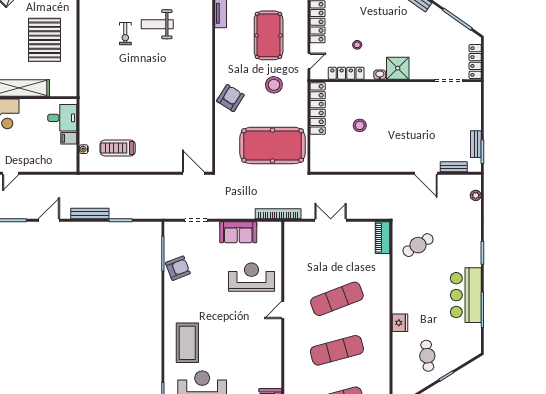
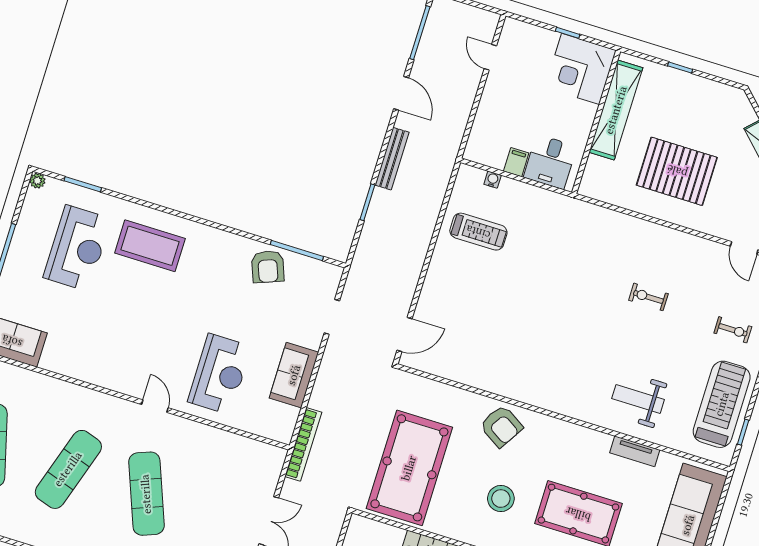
weight bench: (157, 24) -> (638, 399), moved, turned -90
treadmill: (118, 148) -> (478, 232), turned 90
exercise mat: (337, 350) -> (68, 469), turned 33

